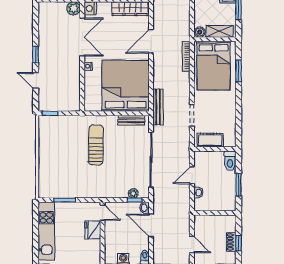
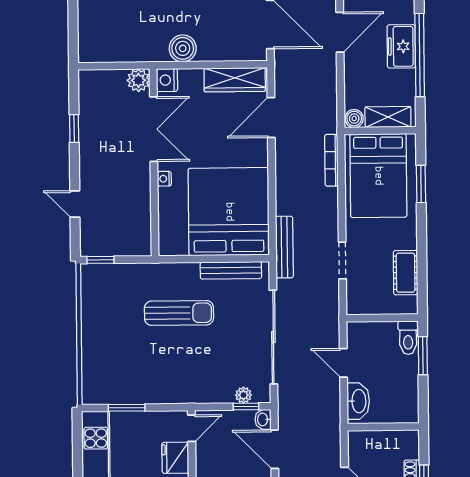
door: (151, 41) -> (271, 117), moved
window: (36, 55) -> (74, 128), moved
bench: (131, 120) -> (231, 270), width x1.36
cot: (210, 140) -> (406, 273), moved, turned 90
sun lounger: (96, 145) -> (179, 313), turned 89
door: (192, 175) -> (343, 363), hinge flipped
window: (238, 185) -> (423, 356), moved
washbasin: (198, 193) -> (358, 401), width x1.91, depth x1.45
door: (103, 213) -> (192, 428), hinge flipped

